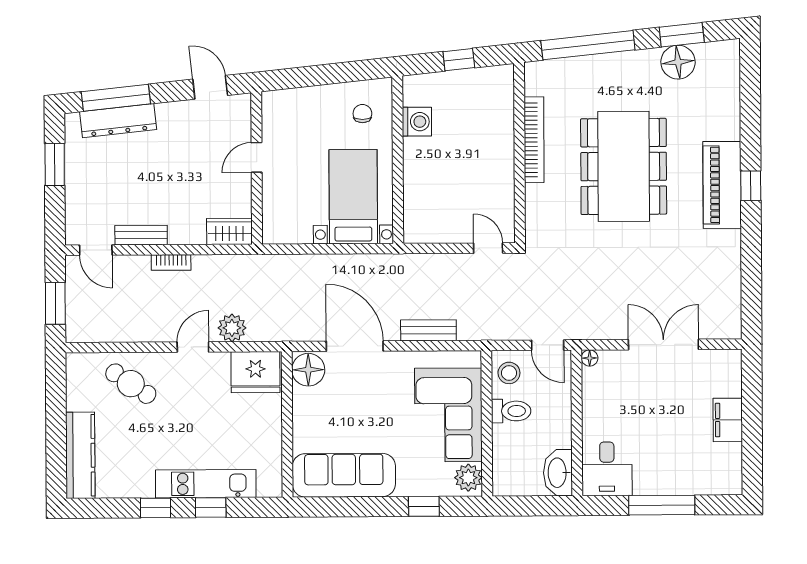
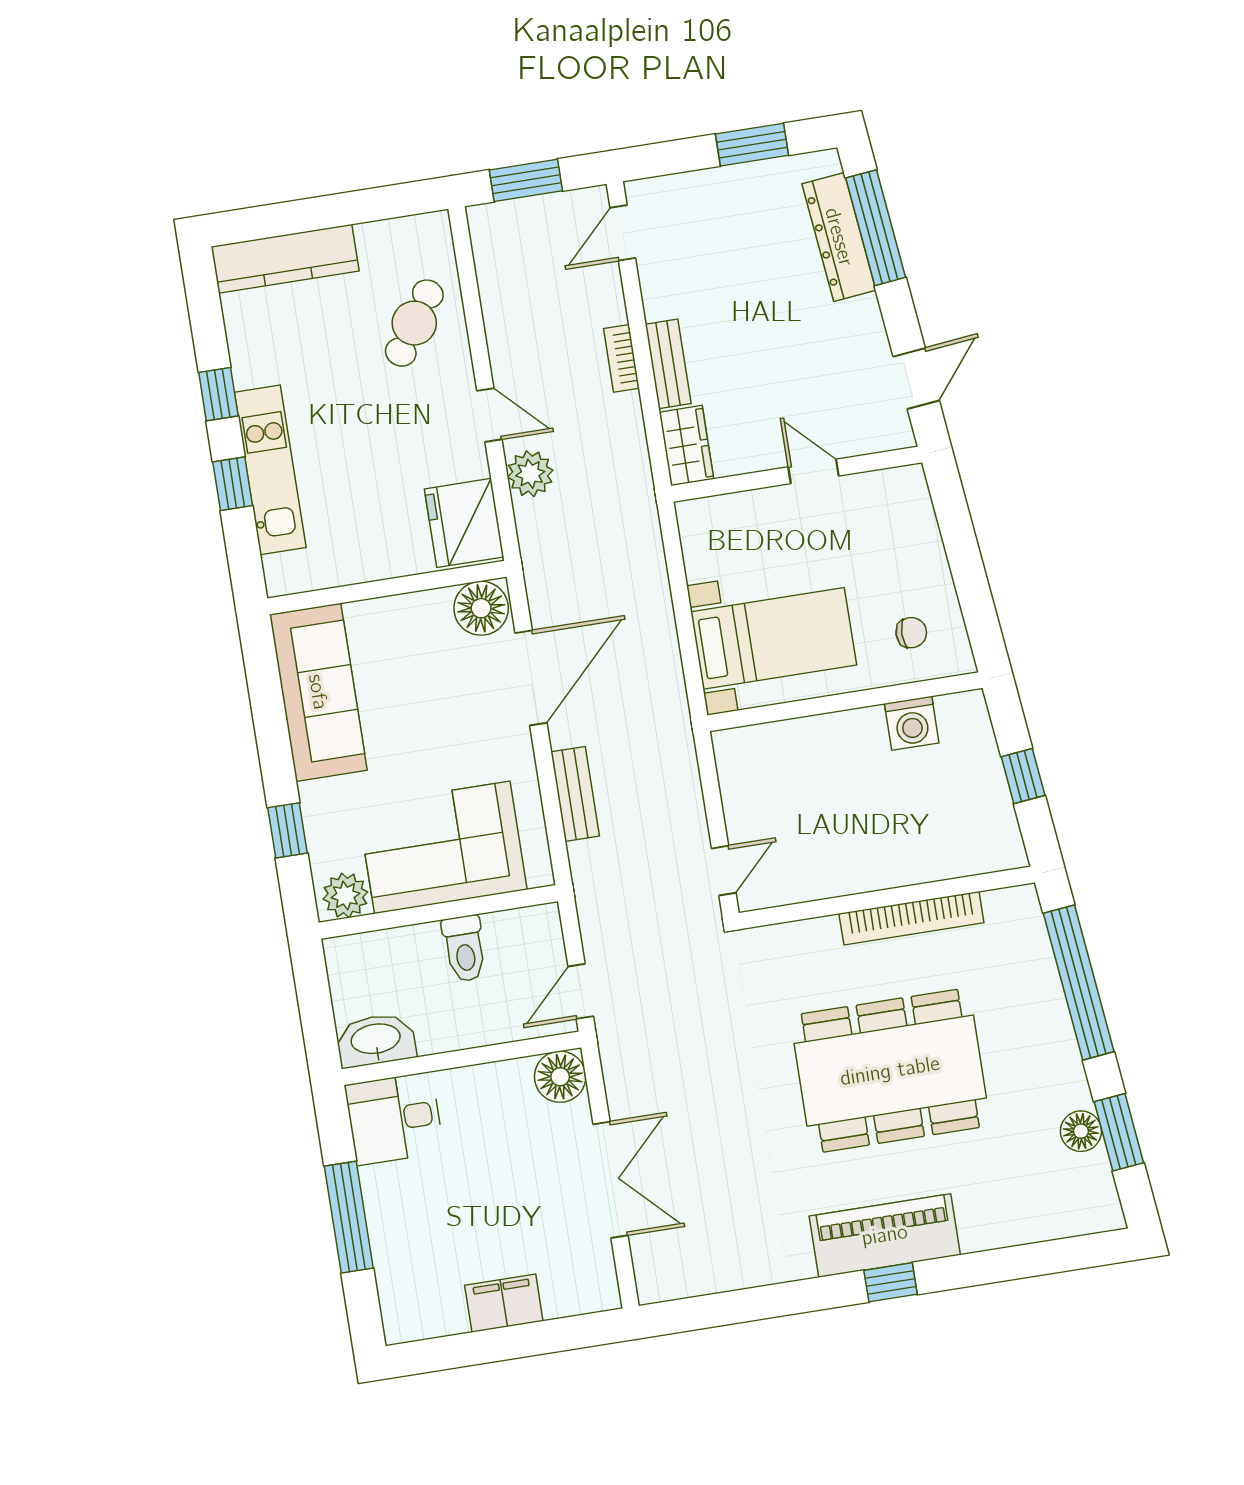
floor lamp: (678, 62) -> (1081, 1131), width x0.73, depth x0.73
bench: (141, 235) -> (668, 364), moved
floor lamp: (590, 358) -> (560, 1077), width x1.89, depth x1.89
stool: (509, 373) -> (526, 936), removed

